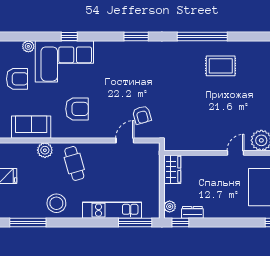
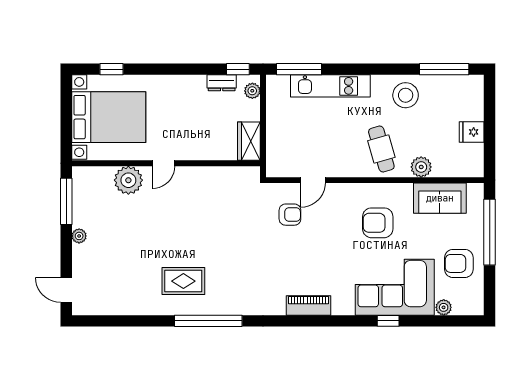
window: (136, 36) -> (298, 321), removed
piano: (128, 48) -> (309, 305), added
armchair: (142, 115) -> (290, 215), turned 106

